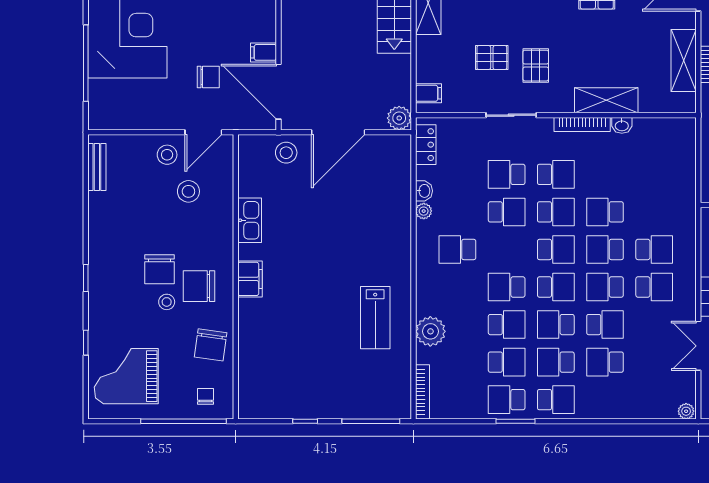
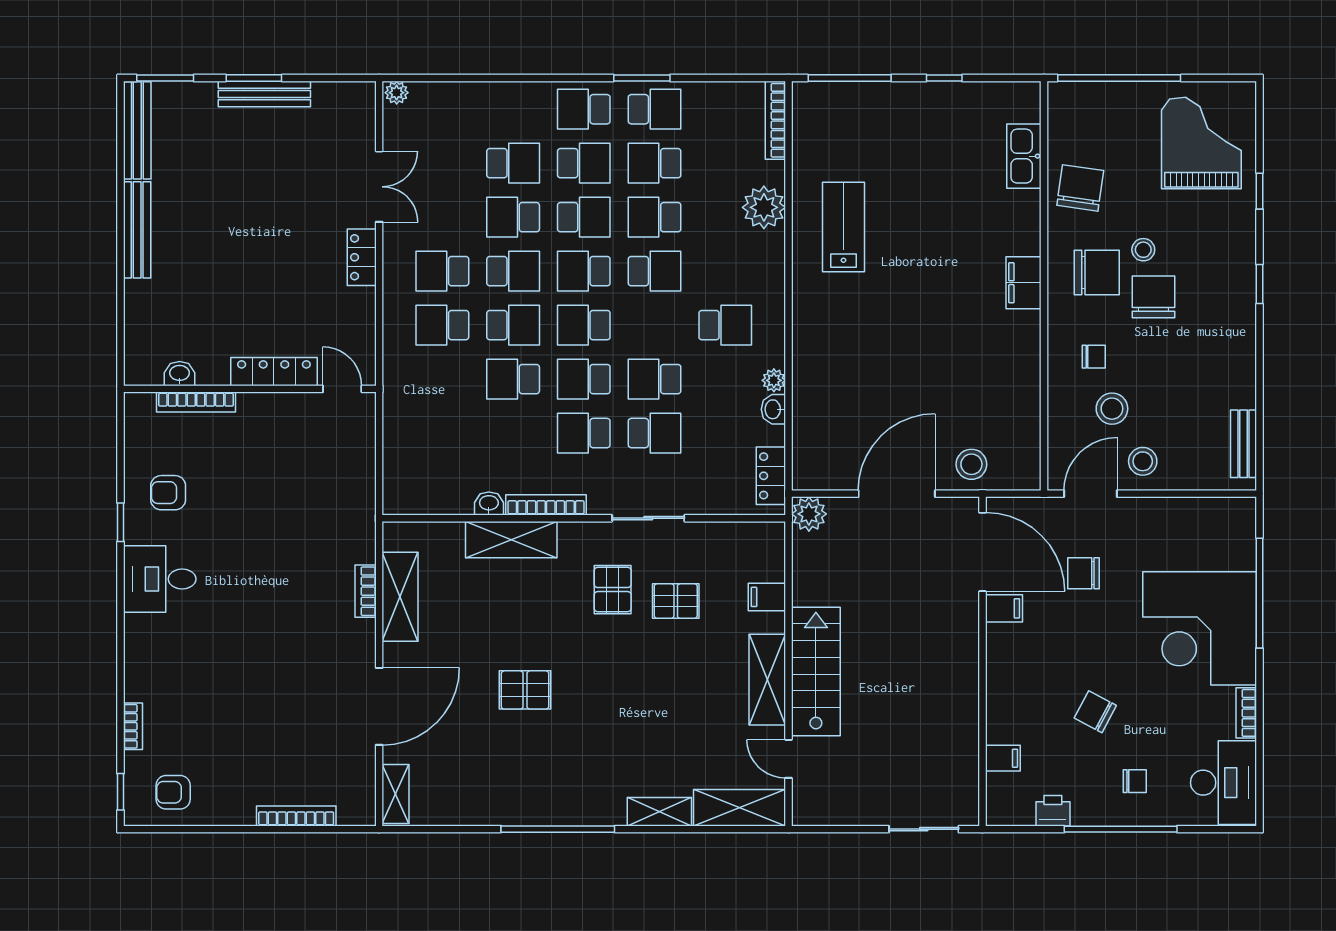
filing cabinet: (428, 93) -> (767, 597), moved
school desk: (605, 212) -> (513, 379), turned 180
kitchen sink: (250, 220) -> (1024, 156), moved
grand piano: (126, 376) -> (1201, 143), turned -90
chair: (205, 396) -> (1094, 357), moved, turned -90

